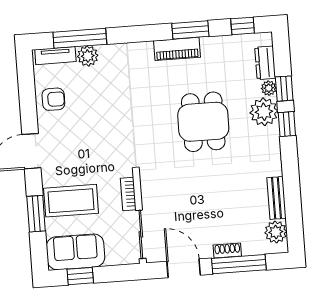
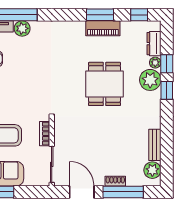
piano: (177, 49) -> (103, 28), moved

